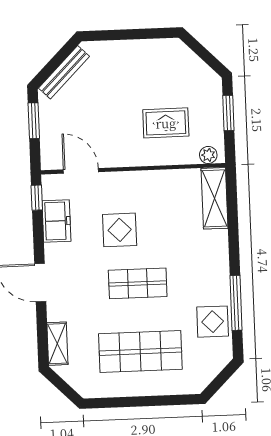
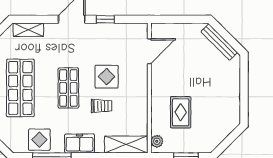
window: (34, 121) -> (186, 19), removed
window: (37, 198) -> (105, 19), moved
freezer: (56, 221) -> (80, 143), moved, turned 180
trolley: (161, 235) -> (102, 106), added

